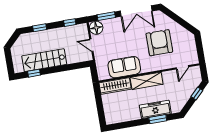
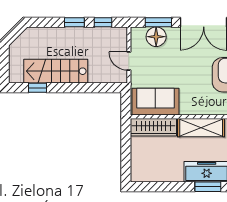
window: (40, 28) -> (74, 22), moved
floor lamp: (96, 28) -> (156, 37), moved
sofa: (124, 67) -> (155, 102), moved

